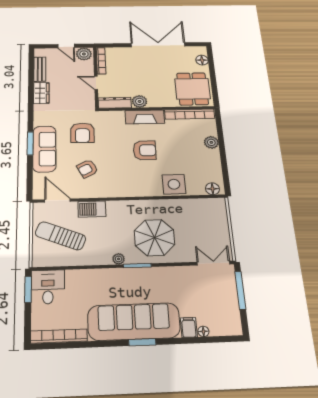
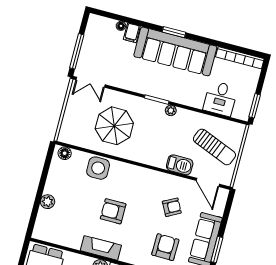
bookcase: (190, 114) -> (57, 239), removed
parasol: (154, 238) -> (114, 126), moved
desk: (48, 287) -> (220, 99), moved

